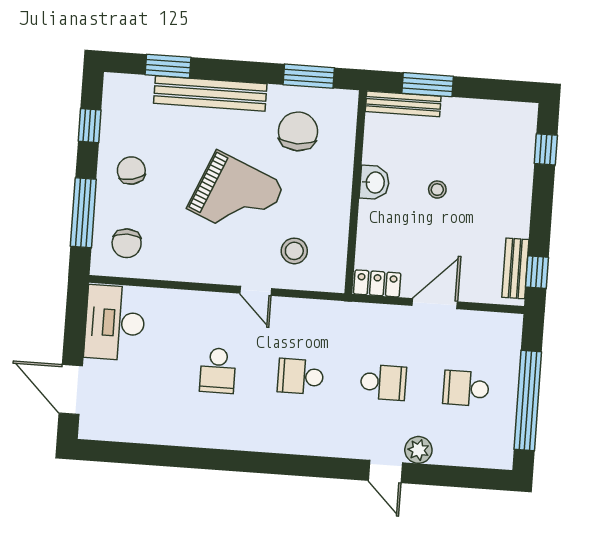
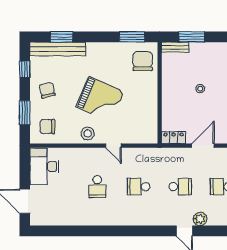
bench: (210, 93) -> (58, 49), moved
bench: (403, 104) -> (175, 47), width x0.73
chair: (298, 131) -> (143, 61), moved
washbasin: (374, 182) -> (169, 87), removed
window: (83, 213) -> (25, 113), width x0.69
chair: (127, 243) -> (47, 126), turned 90
stool: (294, 251) -> (88, 133), moved

